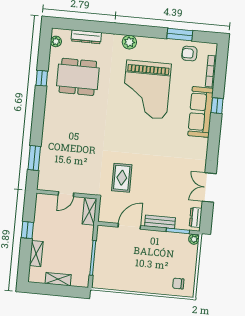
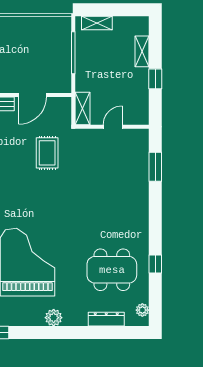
shelving: (58, 279) -> (97, 23), moved

